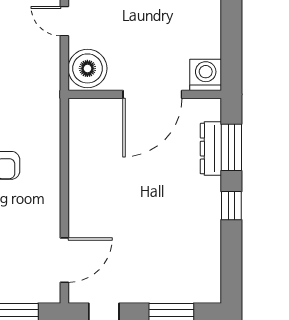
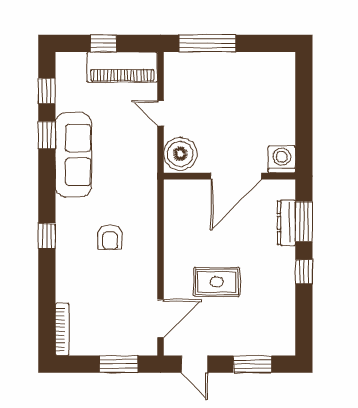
rug: (130, 218) -> (217, 282), added

